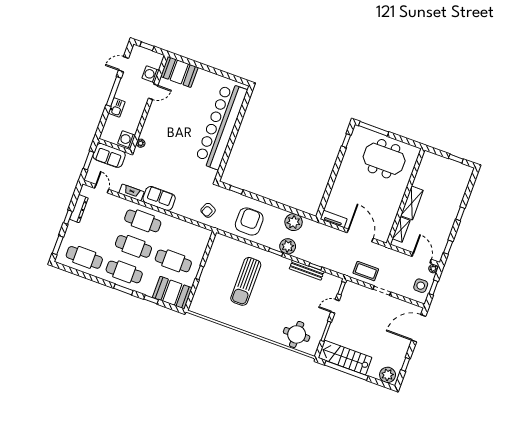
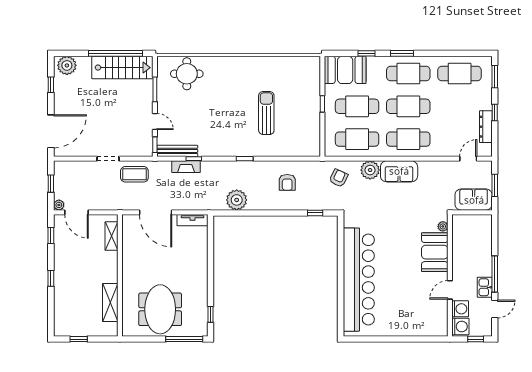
booth: (179, 72) -> (435, 252), moved, turned 90
kitchen sink: (117, 107) -> (485, 287), moved
washing machine: (127, 139) -> (460, 327), moved
meeting table: (384, 159) -> (160, 309), turned 90
door: (102, 189) -> (468, 159), swing flipped
fireplace: (132, 192) -> (186, 167), moved
shelving: (412, 203) -> (110, 302), moved
armchair: (249, 222) -> (287, 182), width x0.53, depth x0.53
cafe table: (183, 235) -> (357, 139), added
plant: (288, 246) -> (370, 170), moved
bench: (307, 270) -> (177, 151), moved
sun lounger: (246, 281) -> (266, 113), width x0.73, depth x0.75
side table: (421, 286) -> (66, 180), removed
door: (335, 306) -> (155, 122), hinge flipped

